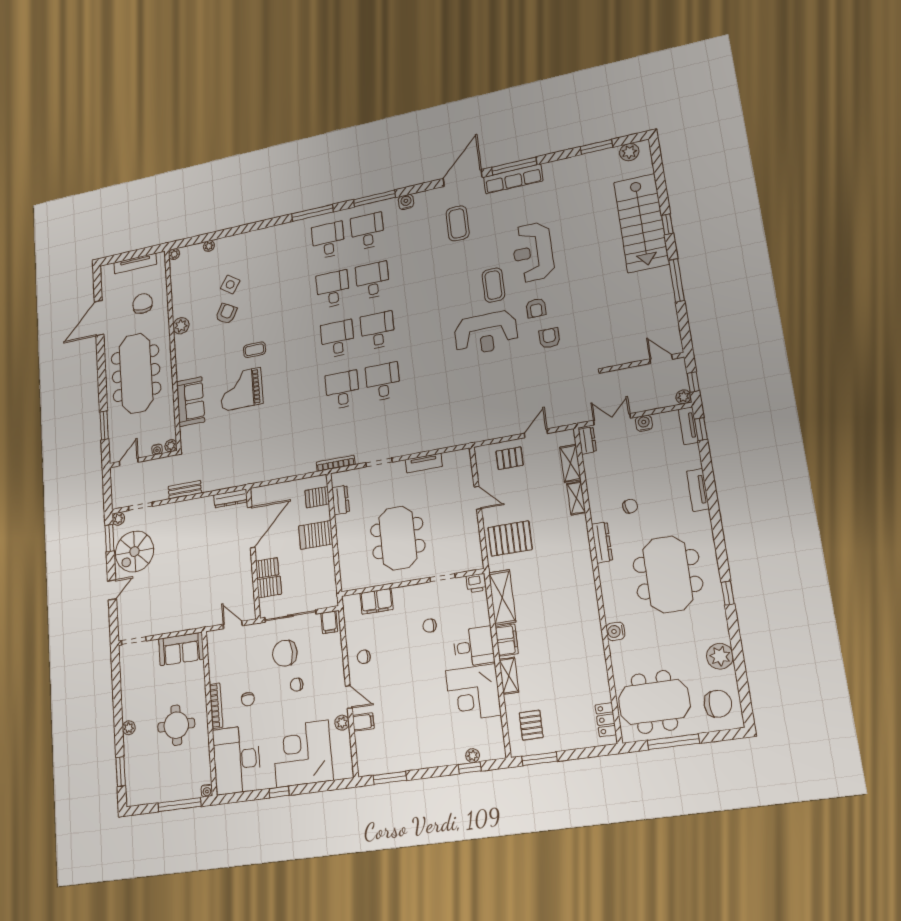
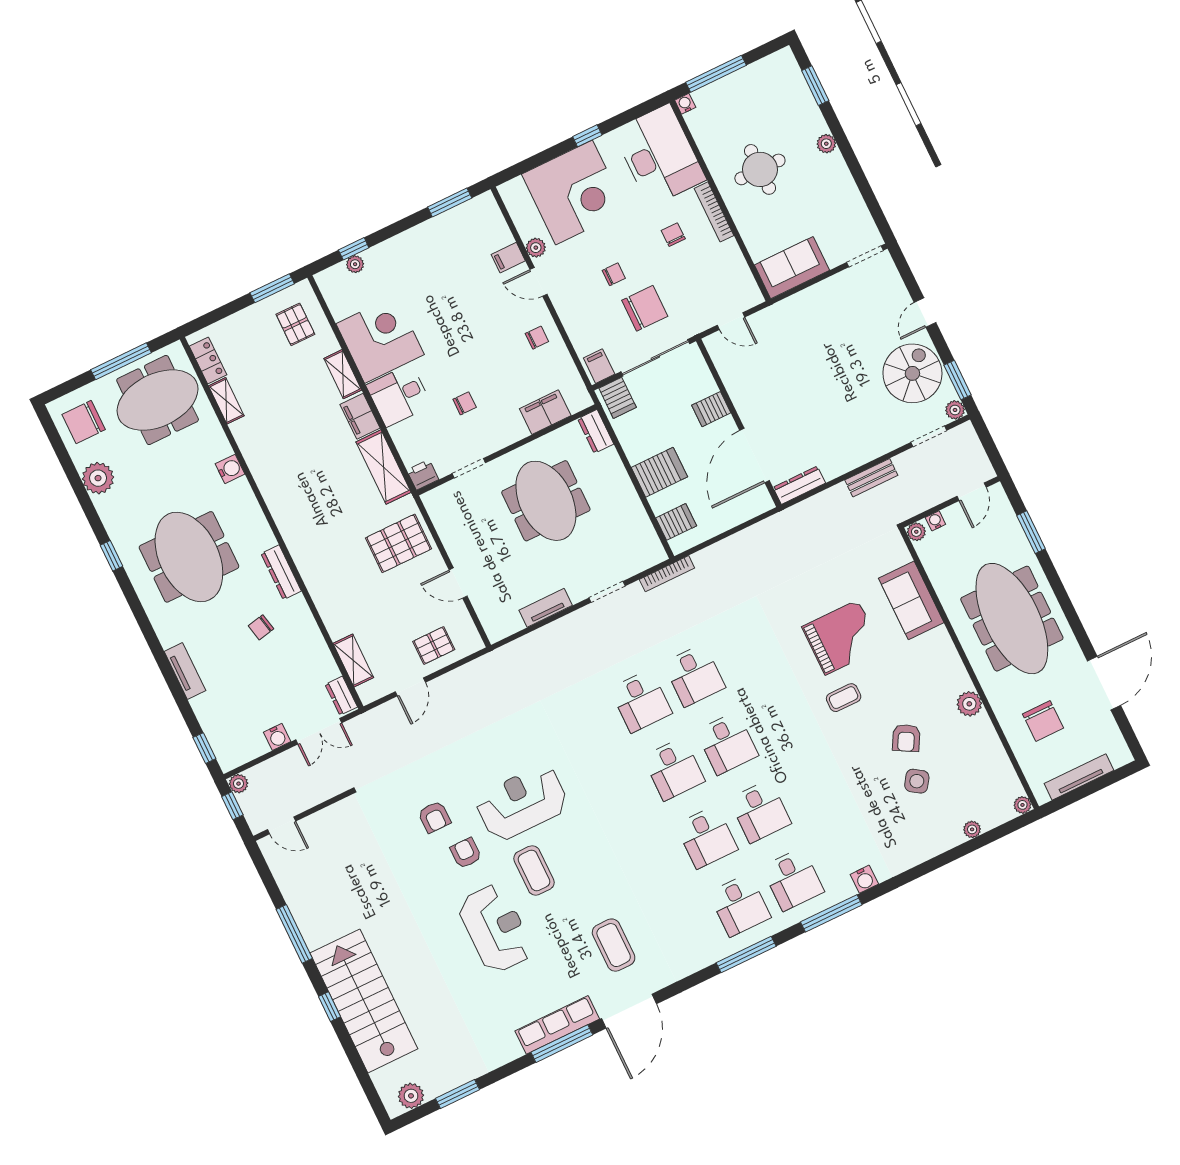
water cooler: (406, 202) -> (864, 879), moved
tv unit: (688, 426) -> (221, 748), removed
shelving: (576, 498) -> (226, 401), moved
dresser: (341, 500) -> (596, 431), moved
server rack: (269, 587) -> (618, 398), moved, turned -90

